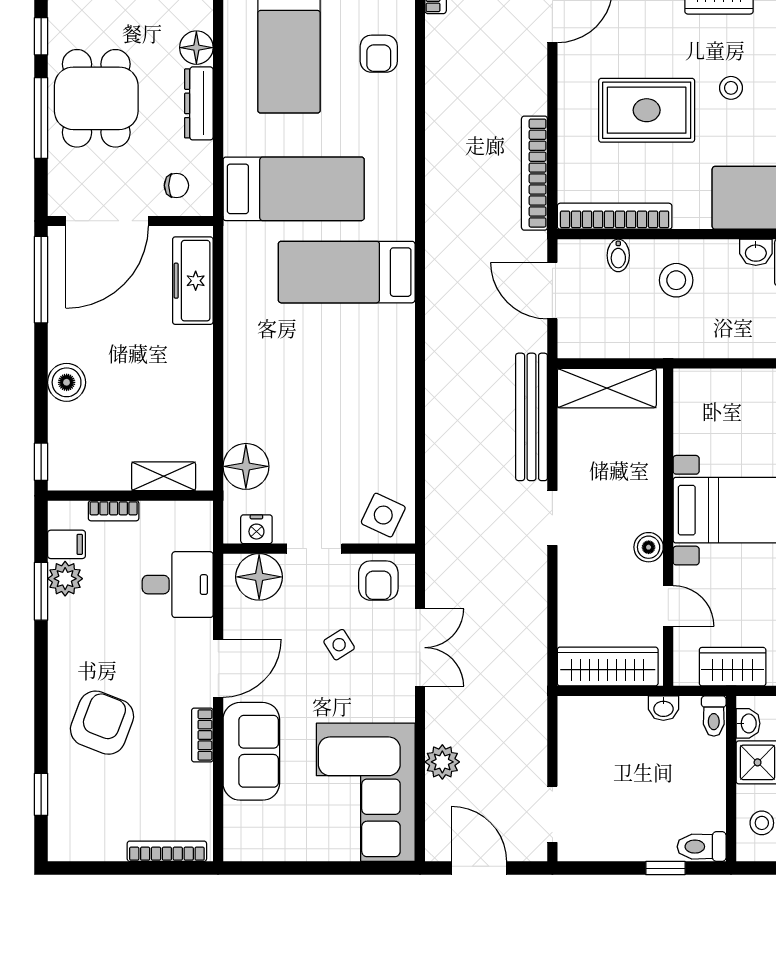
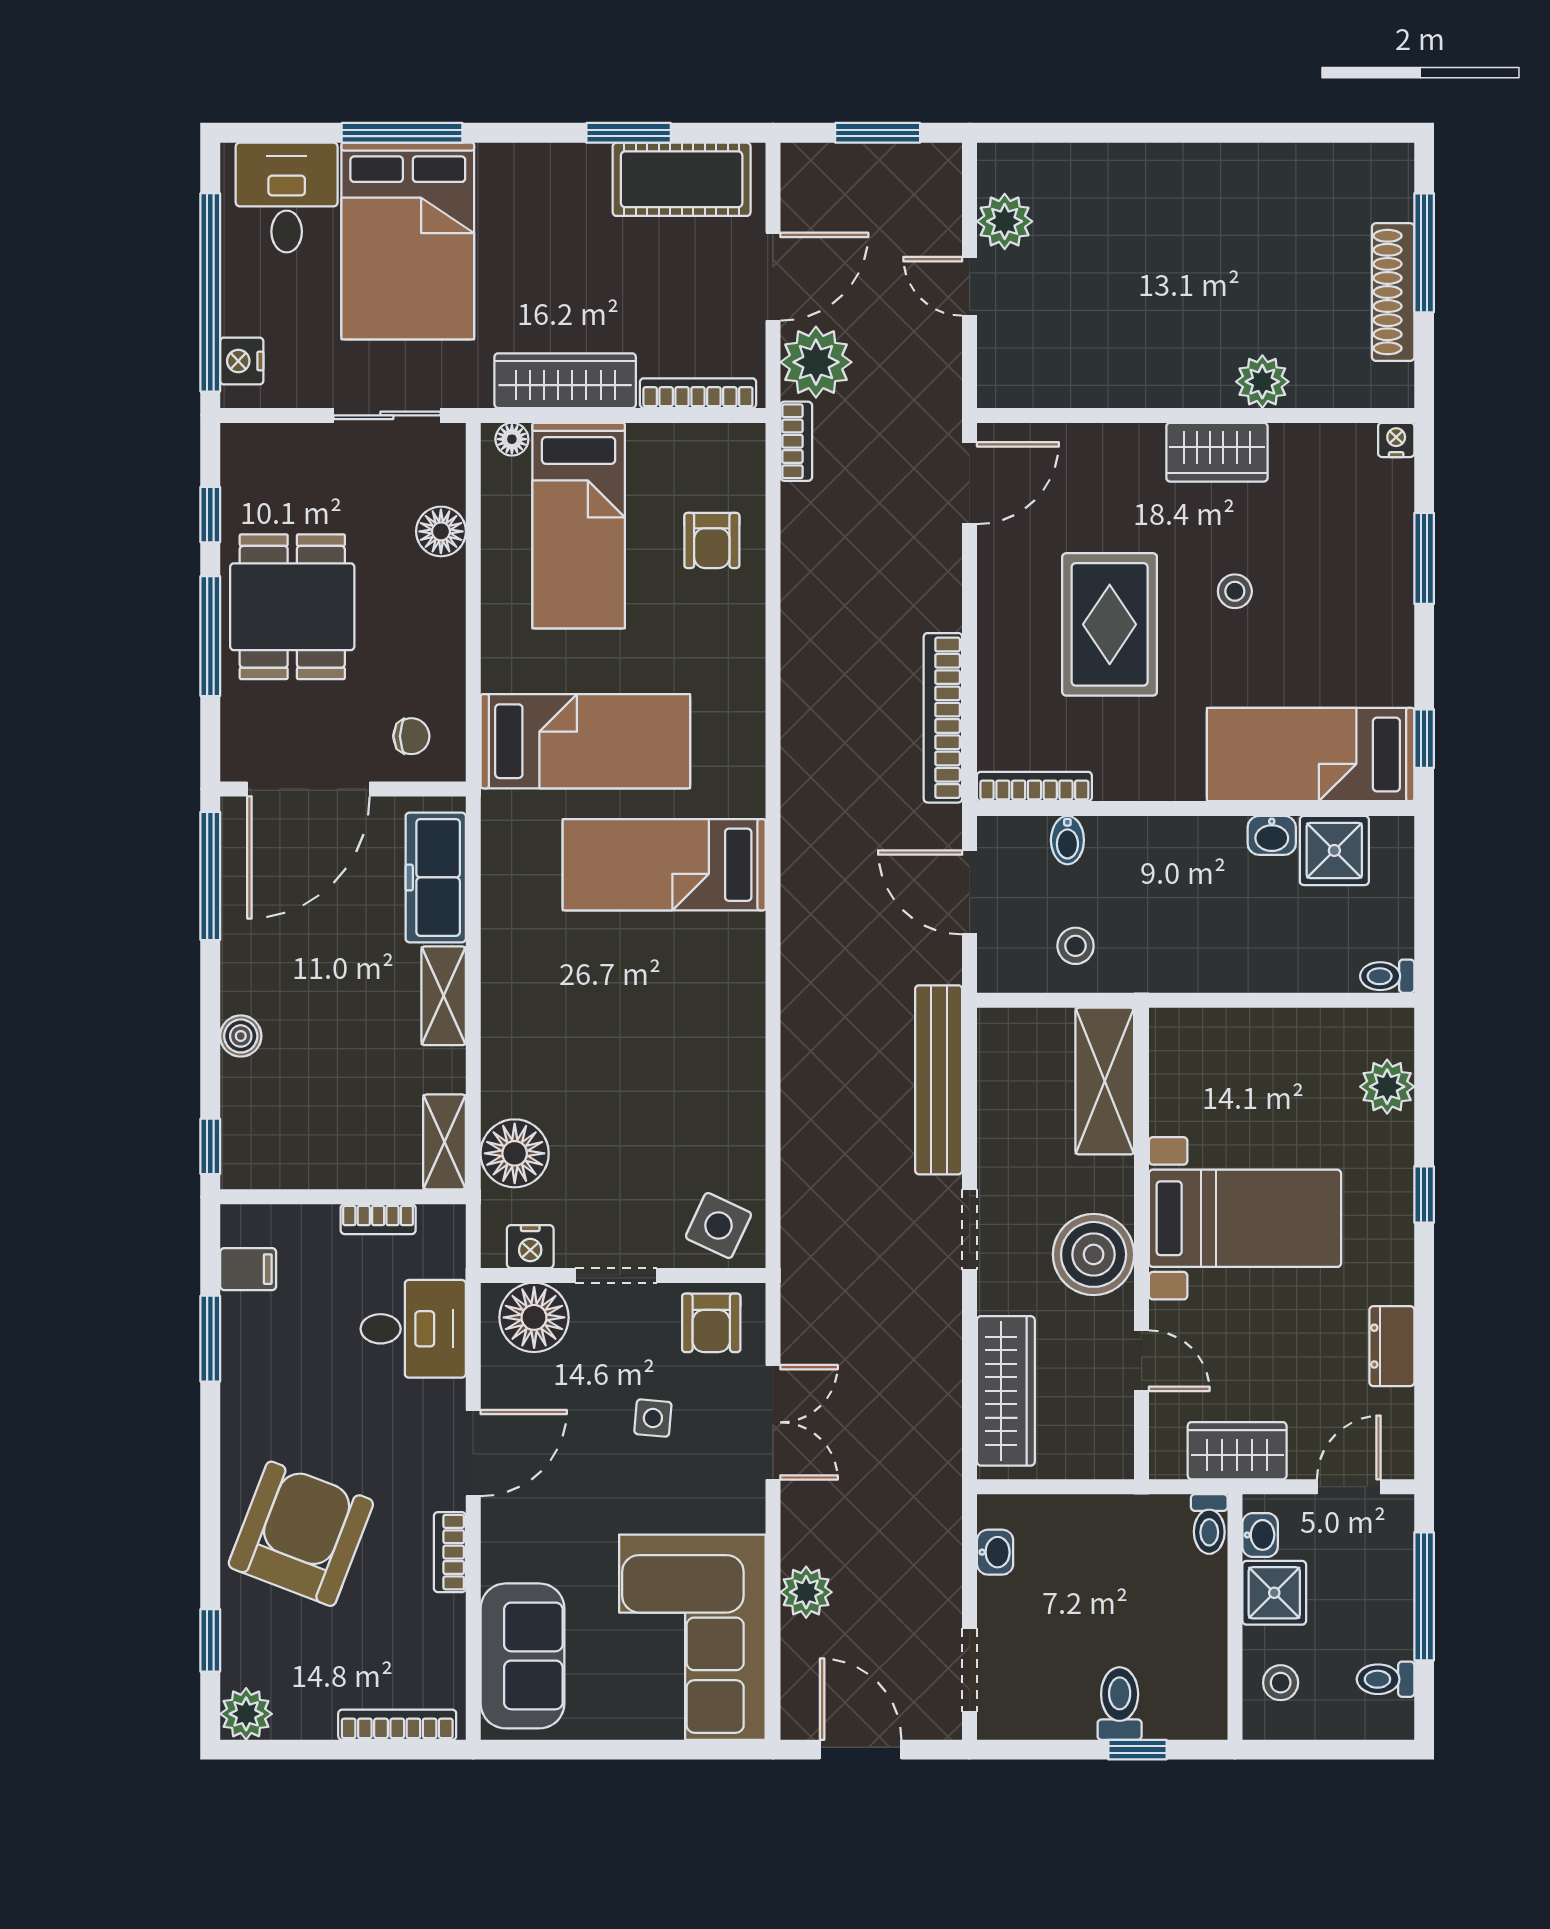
dresser: (199, 103) -> (445, 614), removed
rug: (647, 110) -> (1110, 624), turned 90
bookcase: (615, 216) -> (1034, 786), width x0.68, depth x0.76
stool: (676, 280) -> (1076, 946), moved, width x0.73, depth x0.73
shelving: (198, 360) -> (444, 996), added
boiler: (67, 382) -> (241, 1036), width x0.73, depth x0.73
shelving: (607, 388) -> (1105, 1081), moved, turned 90
shelving: (164, 476) -> (444, 1142), moved, turned 90
bookcase: (114, 511) -> (378, 1219), moved
boiler: (649, 547) -> (1094, 1254), width x1.86, depth x1.86
plant: (65, 579) -> (246, 1714), moved
side table: (339, 645) -> (653, 1418), turned 37
wardrobe: (608, 667) -> (1006, 1391), moved, turned 90
washbasin: (663, 708) -> (995, 1552), moved, turned -90
armchair: (102, 723) -> (301, 1534), width x1.36, depth x1.36
sofa: (251, 751) -> (522, 1656), moved
toilet: (702, 847) -> (1120, 1704), moved, turned 90

